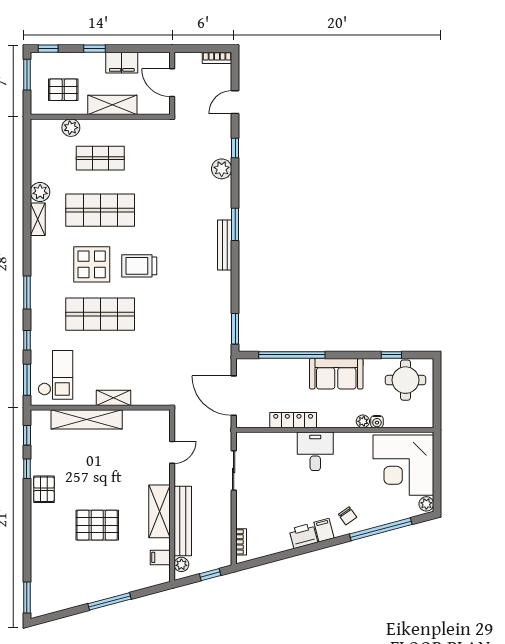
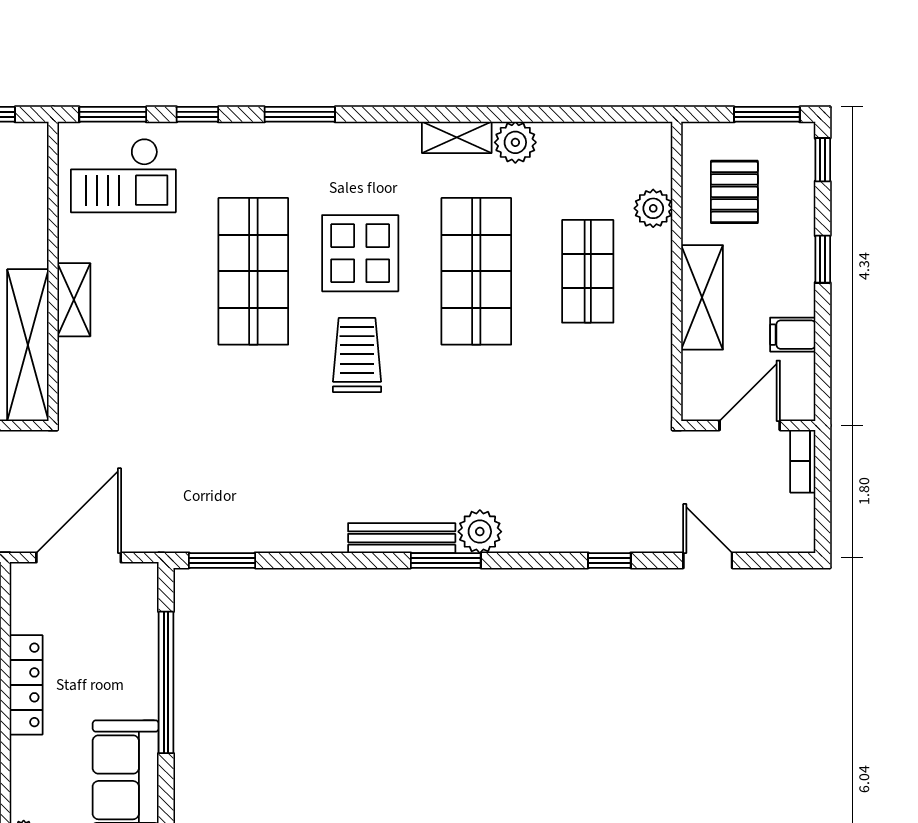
bookcase: (217, 58) -> (803, 461), moved
filing cabinet: (122, 63) -> (793, 335), width x0.50
plant: (222, 169) -> (480, 532), moved
shelving: (87, 419) -> (28, 345), moved

